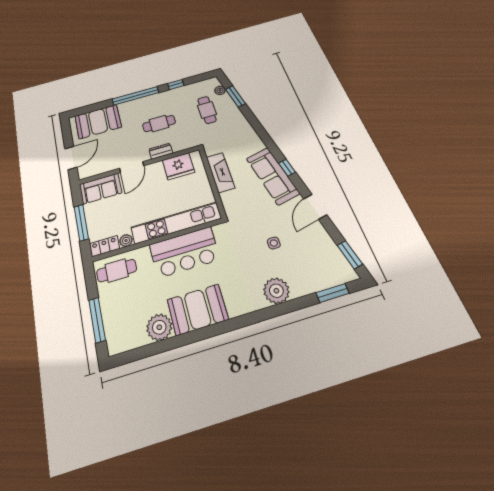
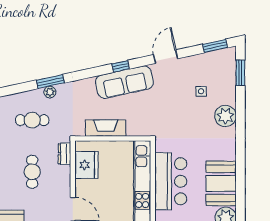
plant: (220, 90) -> (50, 92), moved
window: (235, 96) -> (50, 82), moved
dresser: (161, 151) -> (65, 154), moved
door: (315, 207) -> (166, 57), swing flipped
side table: (274, 243) -> (201, 91), moved

